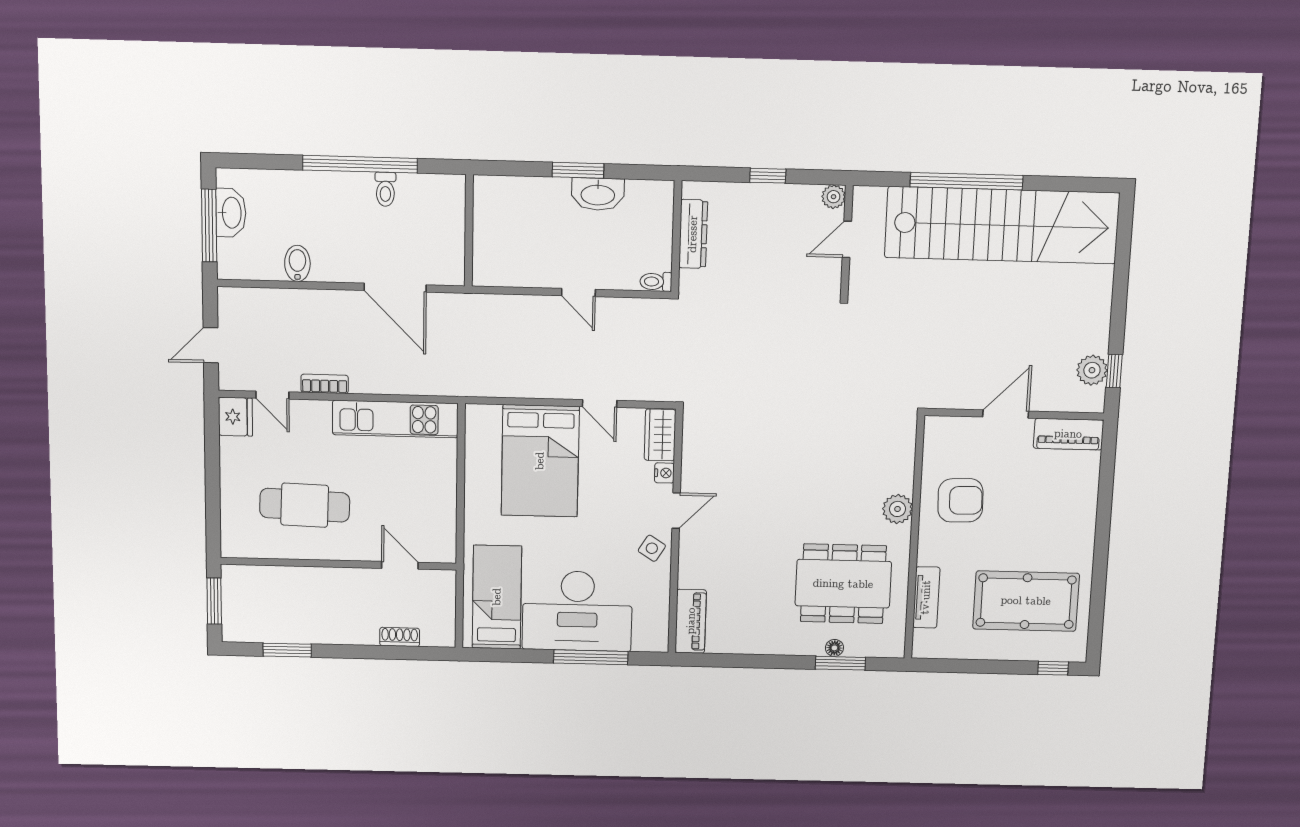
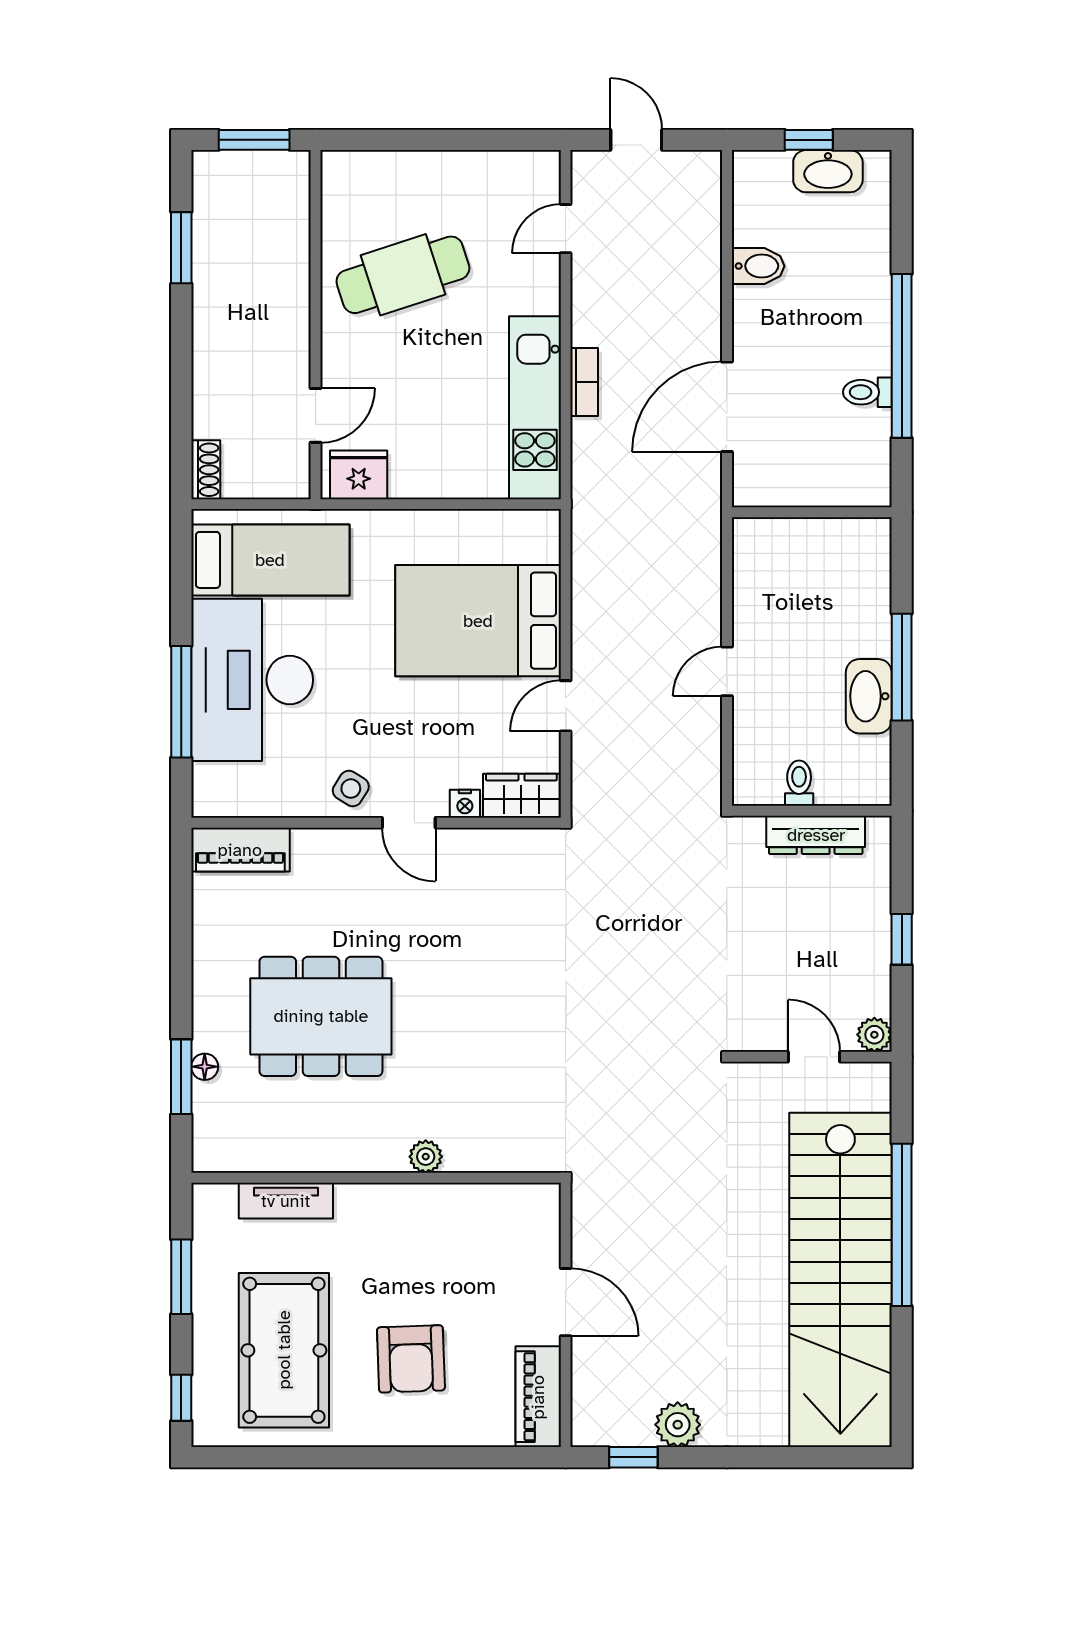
window: (578, 170) -> (902, 667), width x1.44
window: (209, 226) -> (809, 140), width x0.46
toilet: (656, 282) -> (799, 783), moved
plant: (1092, 370) -> (678, 1425), moved
bookcase: (325, 384) -> (584, 382), moved
fridge: (235, 417) -> (359, 475), moved, turned 180
armchair: (960, 500) -> (411, 1359), moved
cafe table: (305, 505) -> (403, 275), turned 70
plant: (897, 509) -> (426, 1157), width x0.73, depth x0.73
dining table: (843, 584) -> (321, 1016), moved, turned 90
shoe rack: (400, 637) -> (206, 470), moved
window: (973, 666) -> (181, 1277), added

